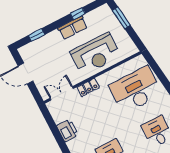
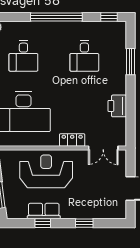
row of seats: (73, 28) -> (44, 211), moved
window: (36, 35) -> (84, 223), moved

